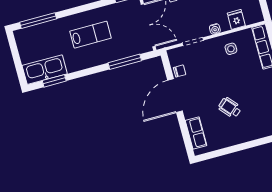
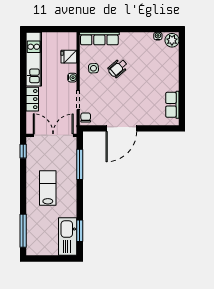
chair: (180, 71) -> (86, 117), moved
door: (175, 96) -> (121, 128), hinge flipped
wheelchair: (230, 108) -> (118, 68), moved
row of seats: (196, 133) -> (172, 105), moved, turned -90

